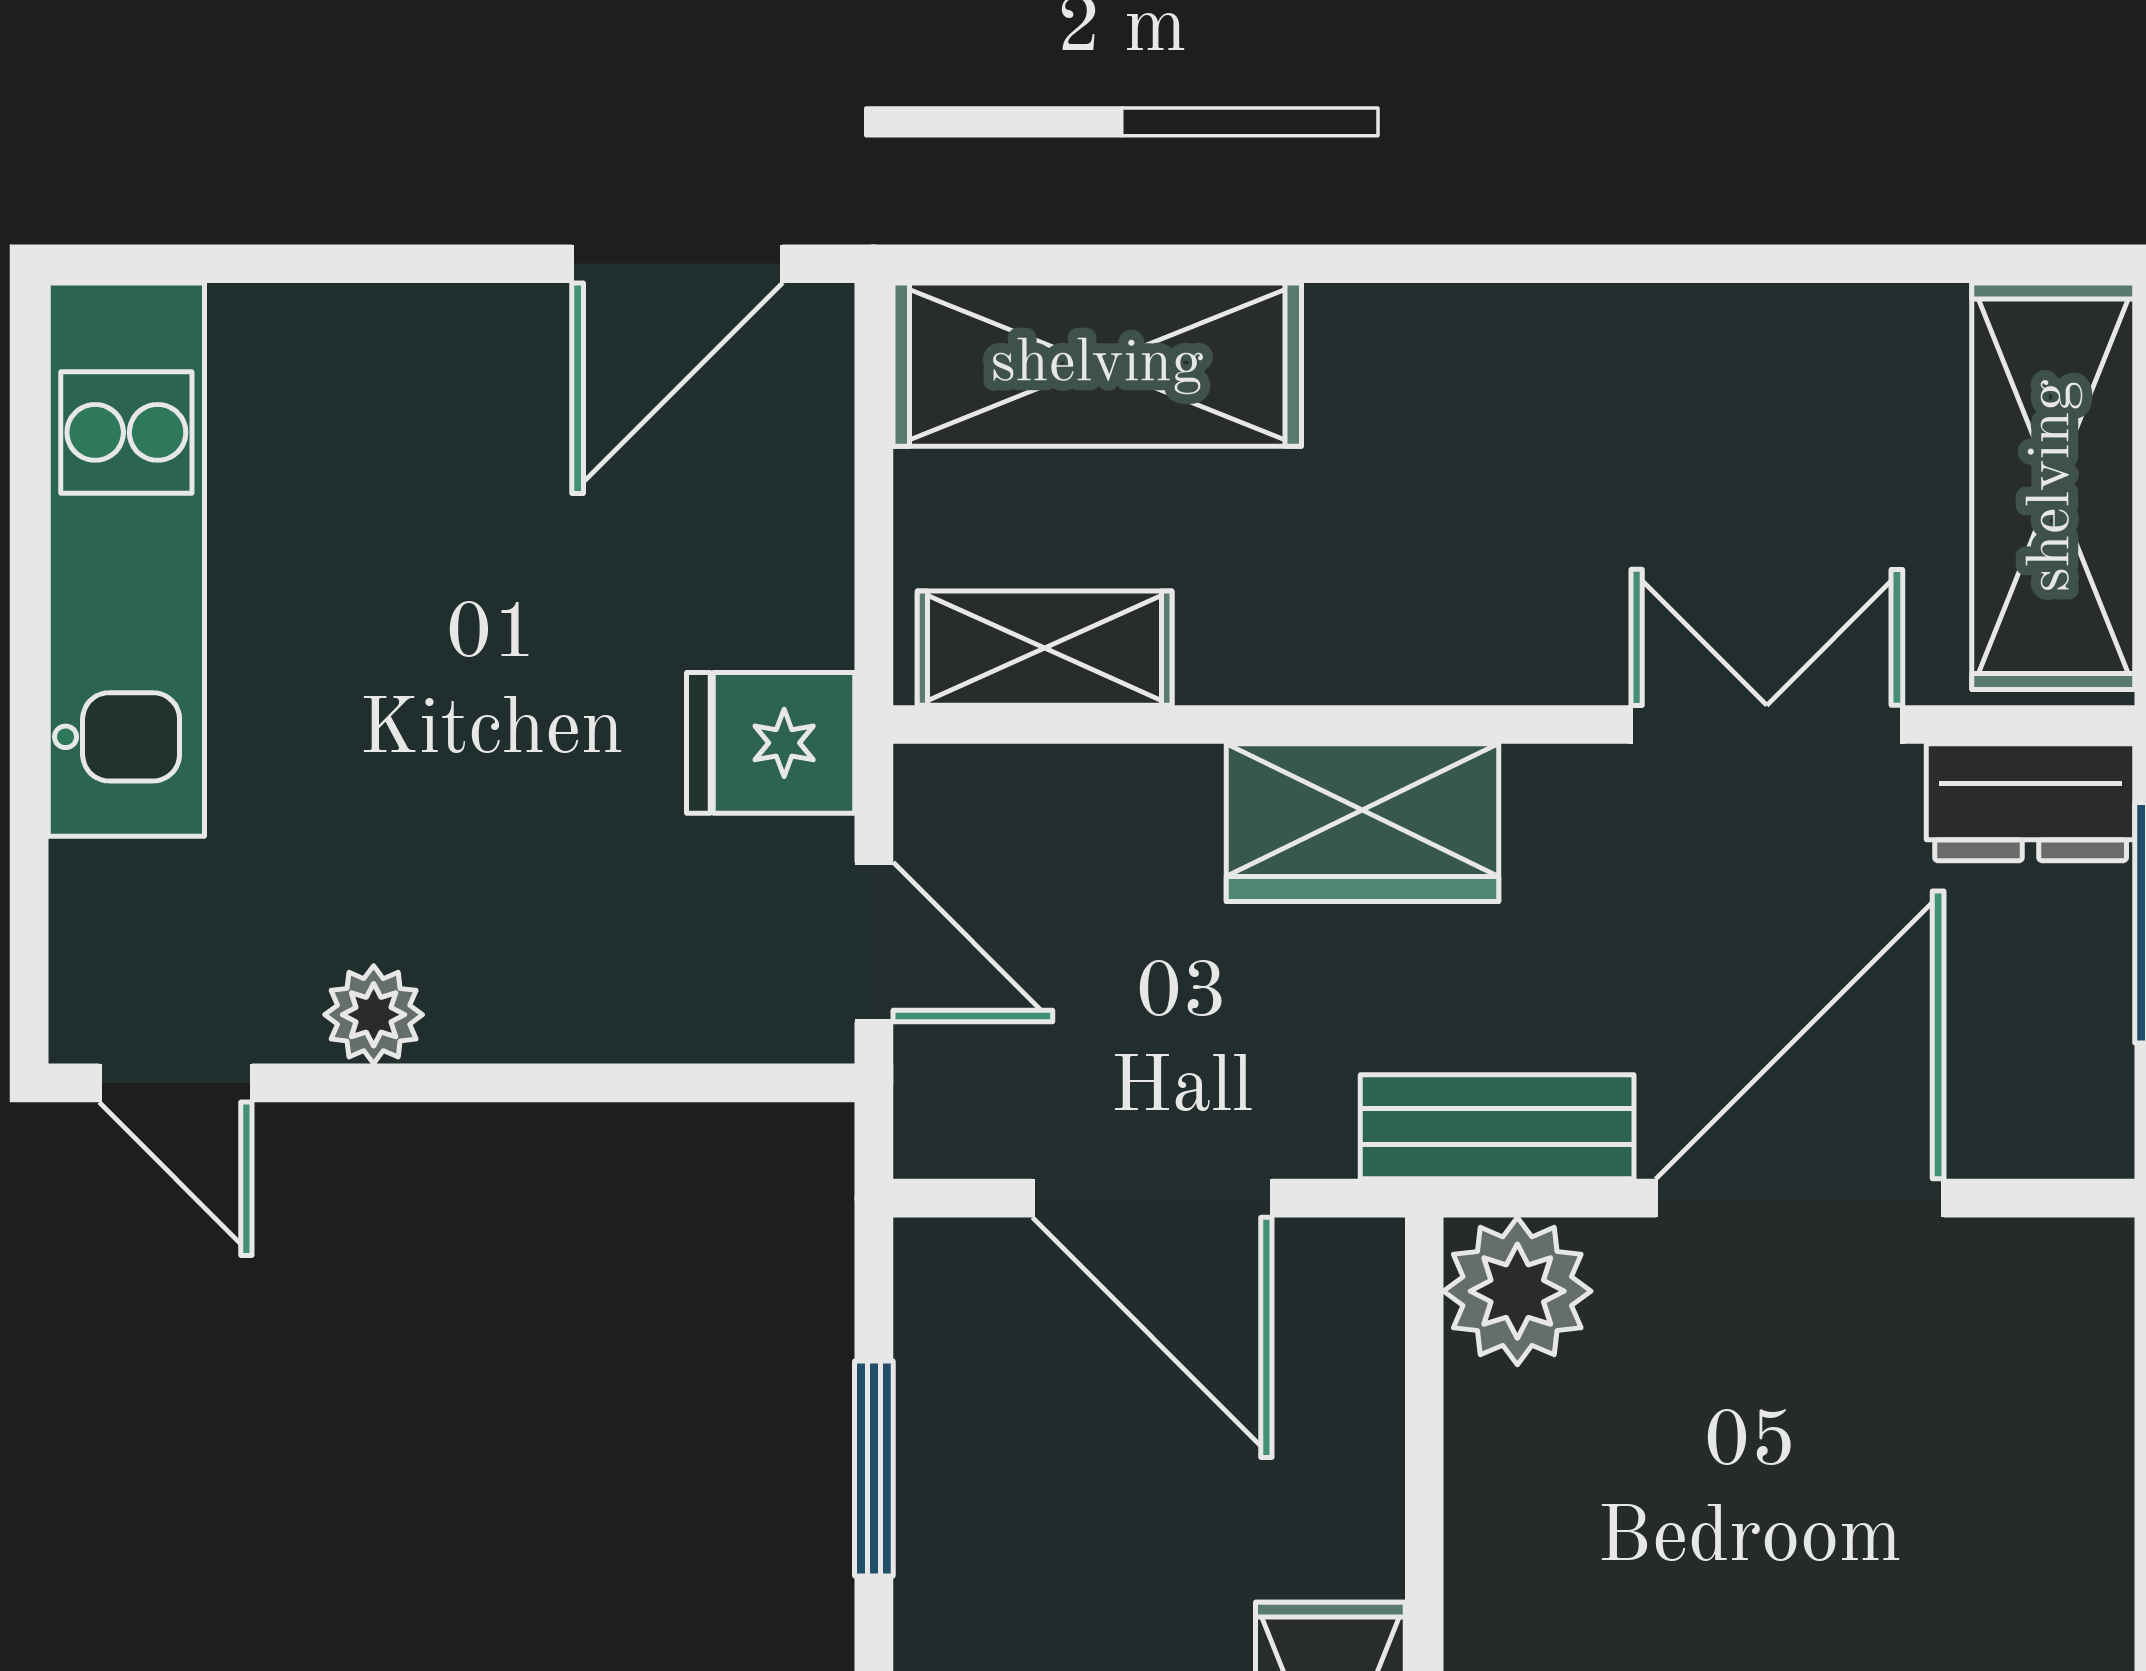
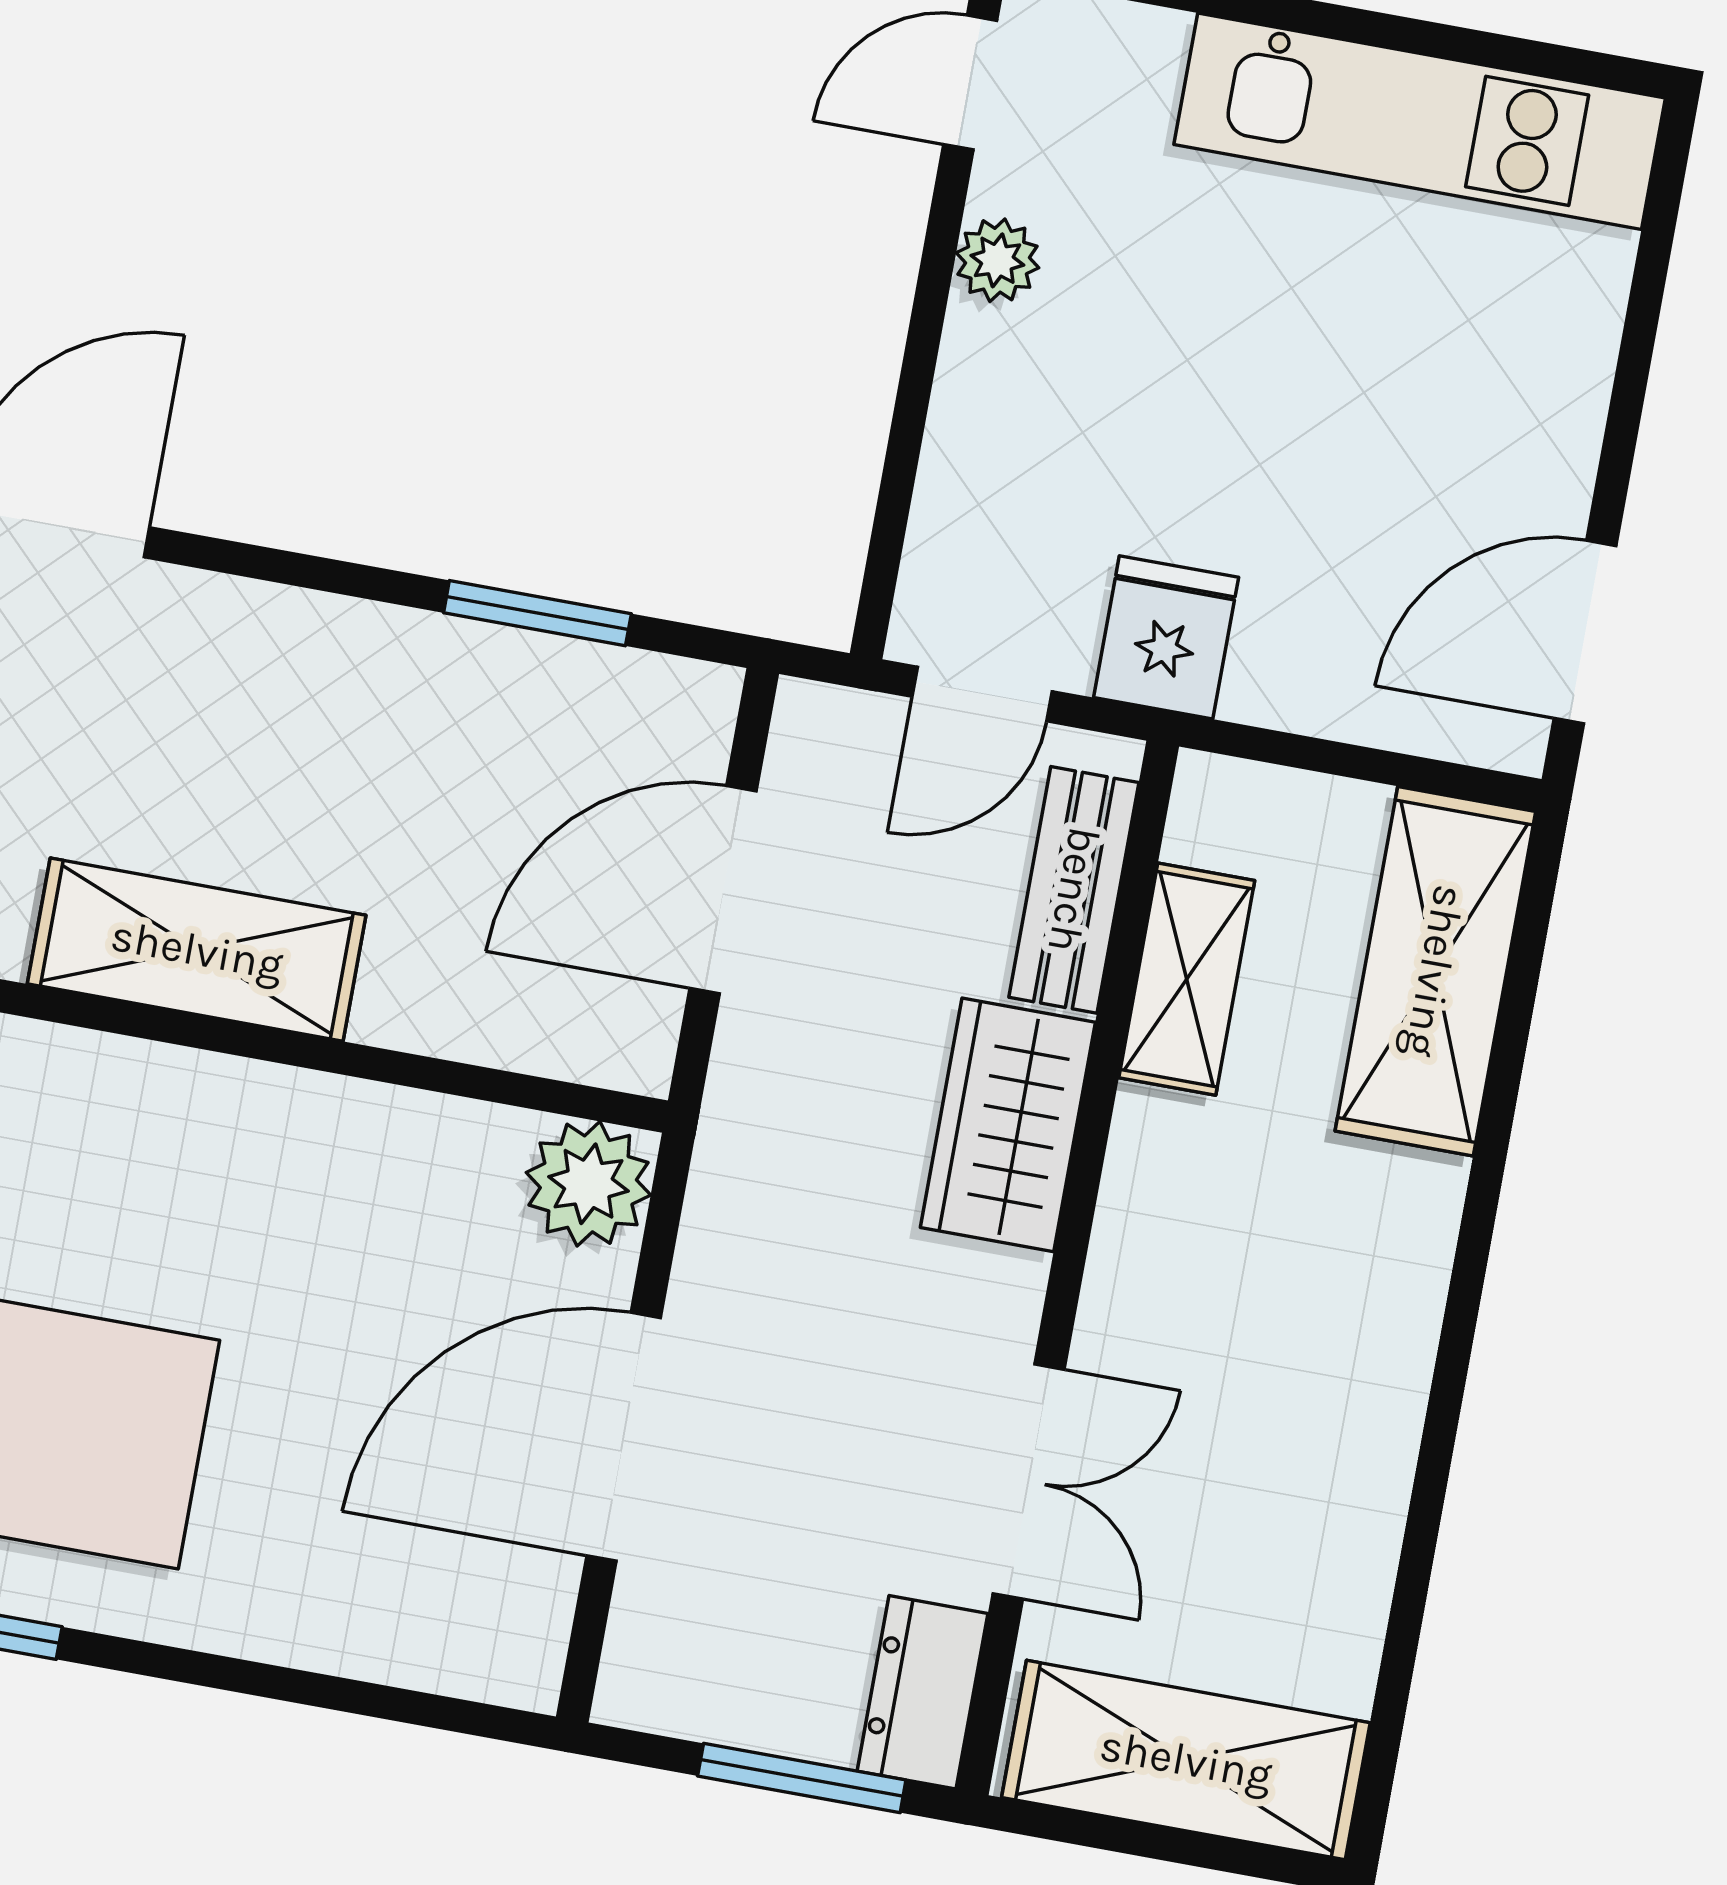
door: (677, 264) -> (1585, 632), hinge flipped
shelving: (1045, 648) -> (1187, 979), moved
bench: (1497, 1127) -> (1074, 890), moved
door: (1800, 1198) -> (624, 1437), swing flipped

